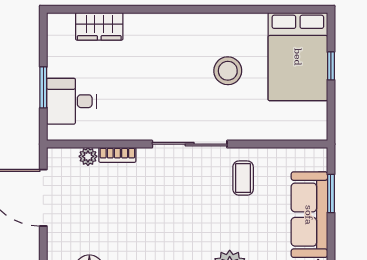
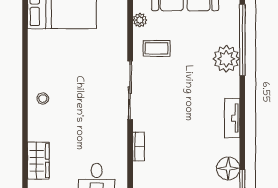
stool: (228, 71) -> (43, 98), moved, width x0.53, depth x0.53
plant: (88, 156) -> (140, 20), moved

